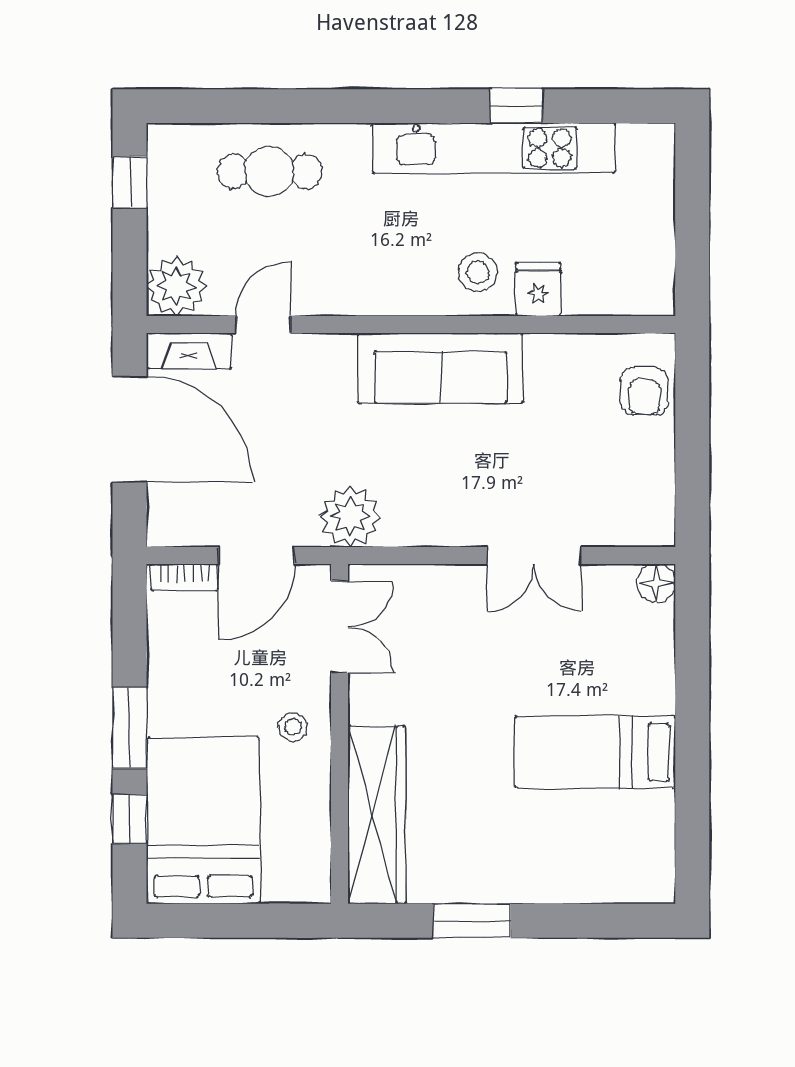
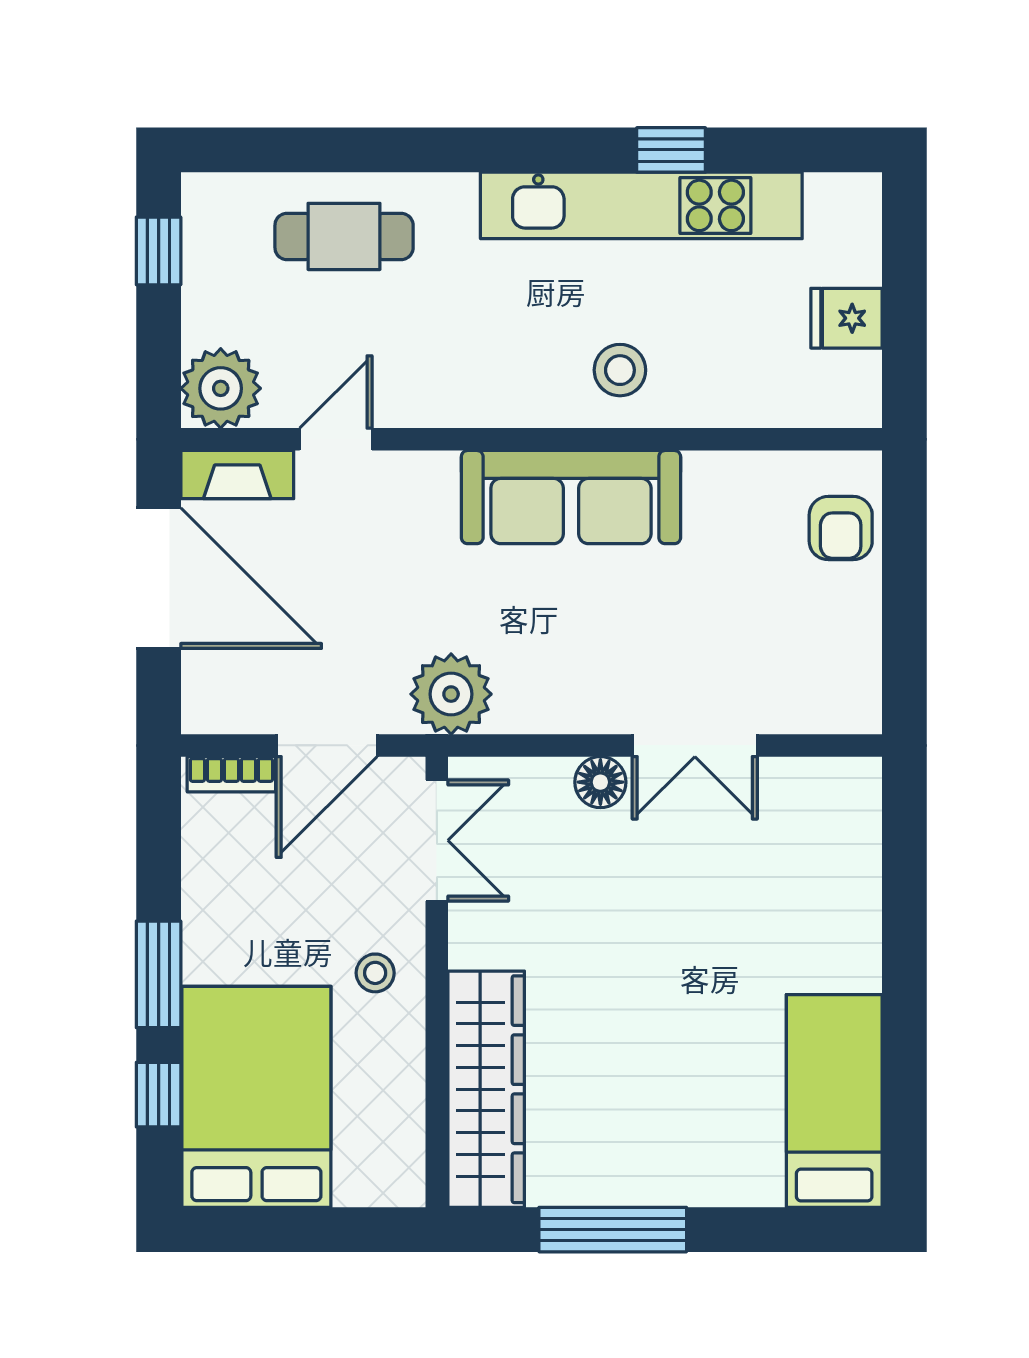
fridge: (538, 289) -> (846, 318), moved, turned -90
floor lamp: (656, 583) -> (600, 782), moved
bed: (595, 752) -> (834, 1101), moved, turned 90
window: (472, 921) -> (613, 1230), width x1.44

